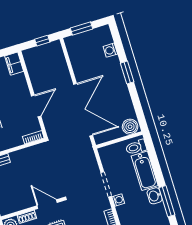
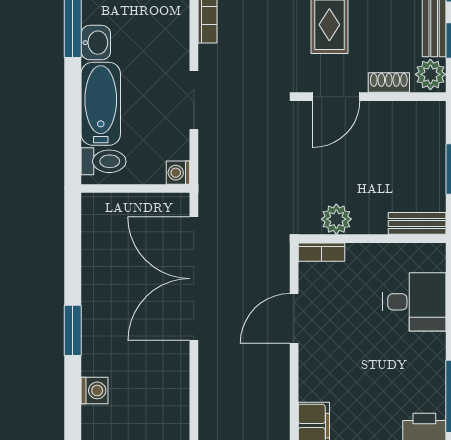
boiler: (130, 127) -> (103, 210), removed
plant: (31, 153) -> (336, 219), added
washing machine: (118, 200) -> (178, 173), moved
door: (47, 204) -> (336, 97), hinge flipped

